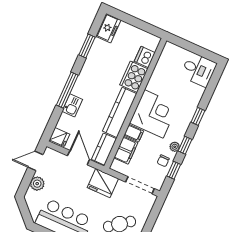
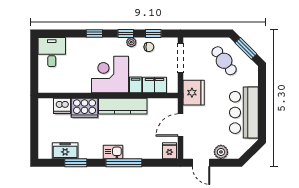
freezer: (108, 28) -> (65, 151), moved
kitchen sink: (72, 105) -> (113, 152), moved
kitchen counter: (104, 149) -> (162, 105), removed

